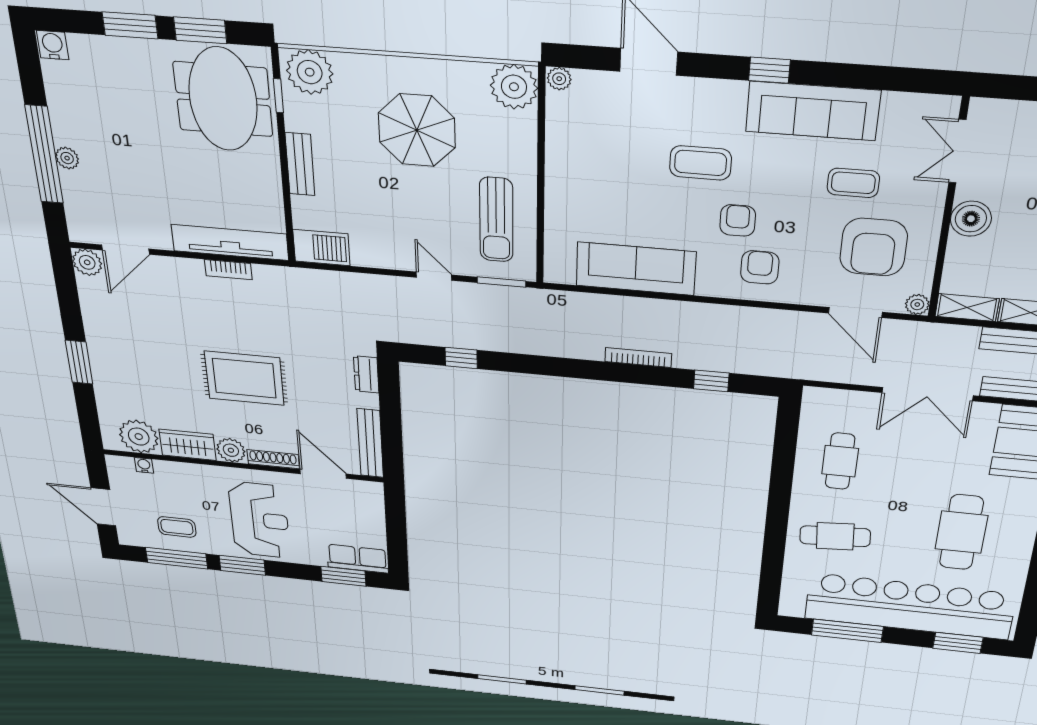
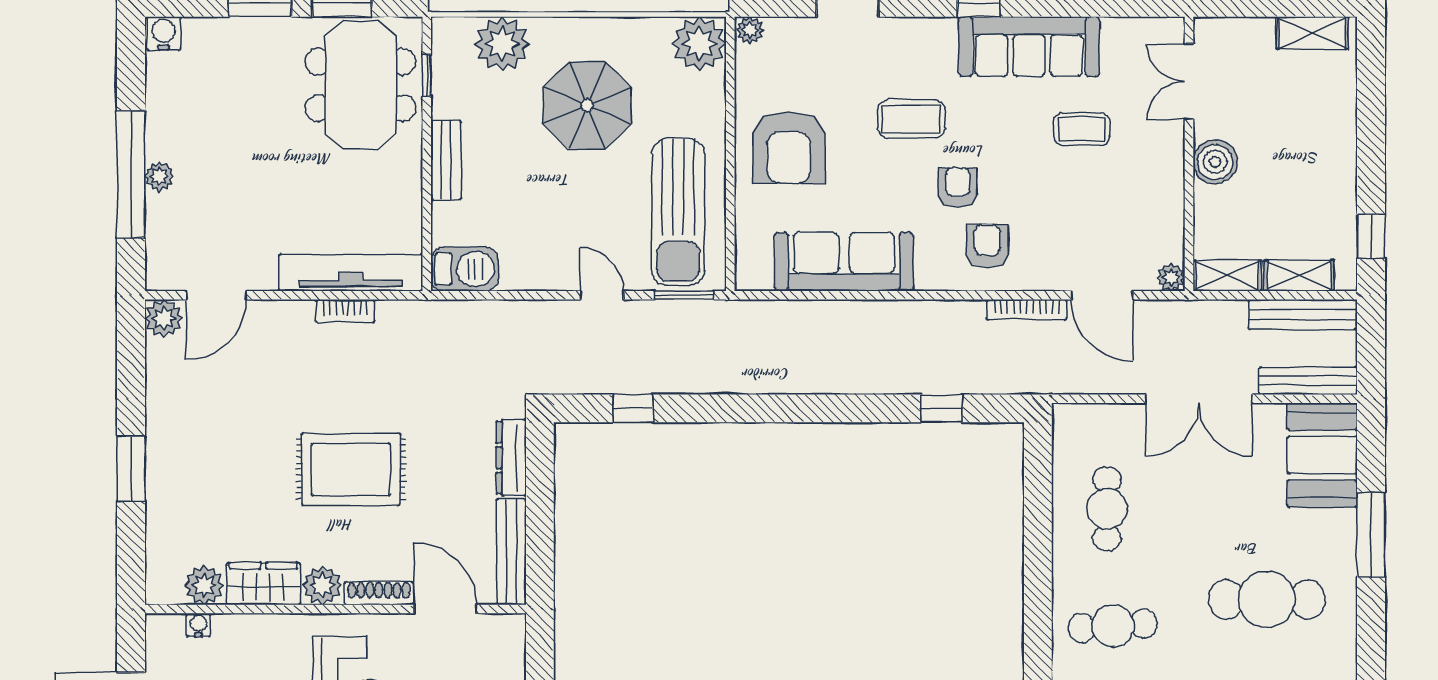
plant: (310, 72) -> (502, 44), moved
sun lounger: (496, 220) -> (678, 212), width x1.36, depth x1.34
armchair: (874, 247) -> (789, 148), moved
bookcase: (638, 358) -> (1027, 310), moved, turned 180
dresser: (366, 374) -> (511, 458), width x1.44
plant: (139, 437) -> (204, 585), width x0.73, depth x0.73
cafe table: (961, 532) -> (1267, 599), turned 90

